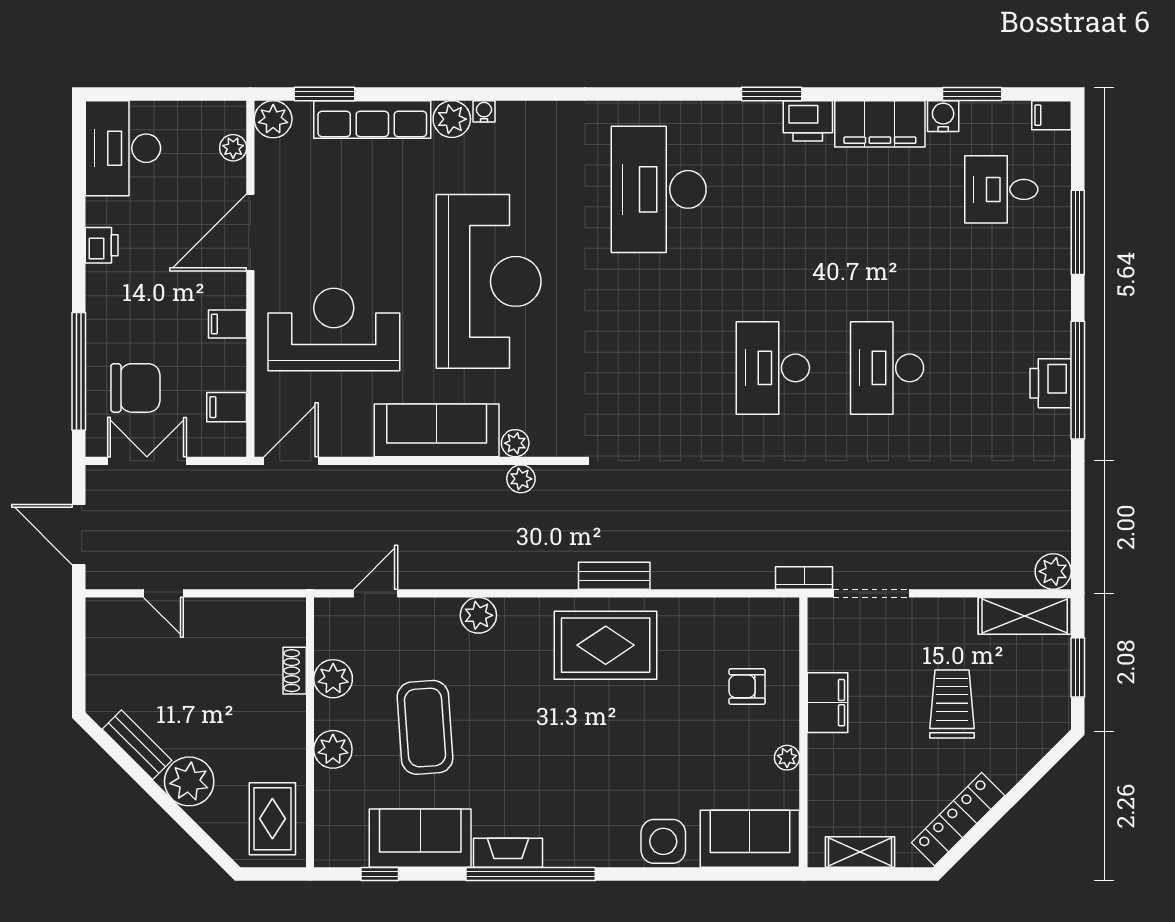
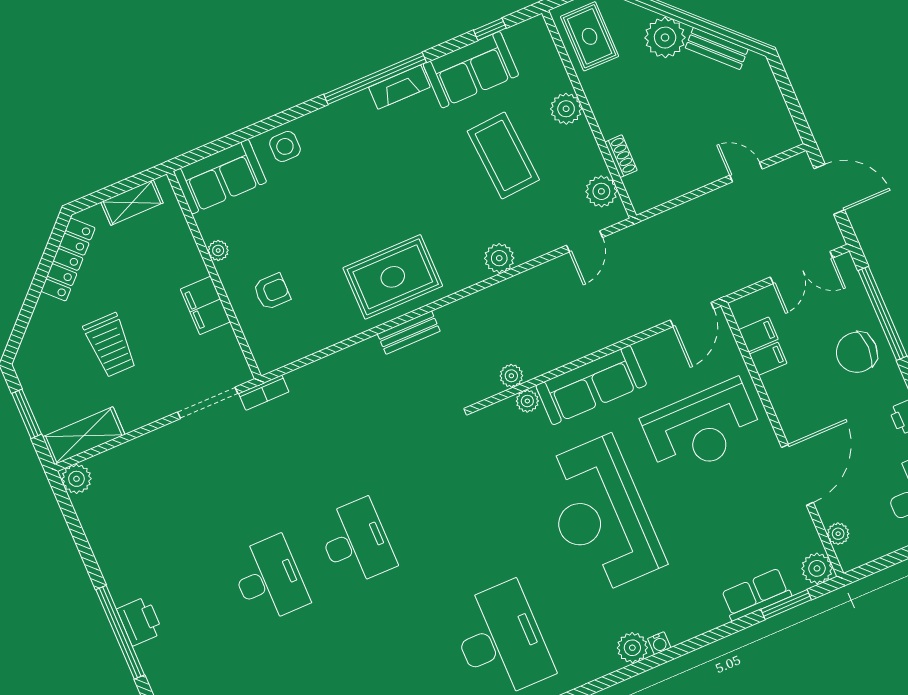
row of seats: (372, 119) -> (756, 594), width x0.68
plant: (452, 119) -> (632, 648), moved
filing cabinet: (228, 324) -> (768, 359), moved
chair: (135, 388) -> (857, 352), moved
plant: (333, 679) -> (601, 191), moved
side table: (663, 841) -> (285, 146), width x0.73, depth x0.73

